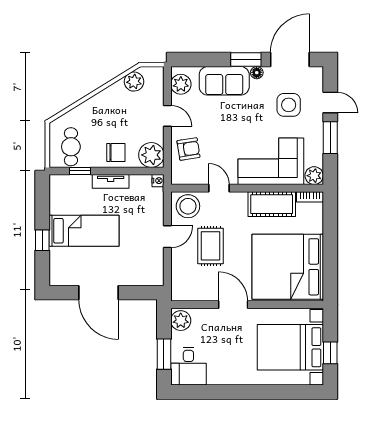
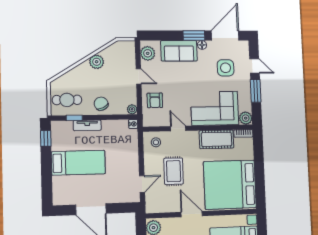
plant: (134, 82) -> (97, 62), moved
cafe table: (71, 147) -> (67, 100), turned 90
armchair: (188, 149) -> (155, 100), turned 99
chair: (116, 153) -> (101, 104), turned -115
plant: (151, 155) -> (132, 109), width x0.53, depth x0.53
tv unit: (111, 181) -> (87, 125), moved
stool: (188, 206) -> (156, 142), width x0.53, depth x0.53
door: (167, 237) -> (142, 184), moved
window: (42, 240) -> (46, 138), moved

